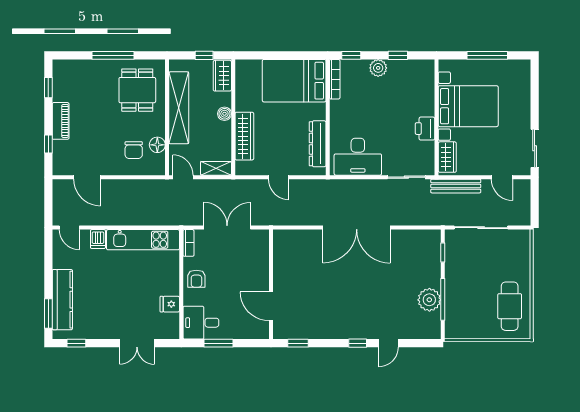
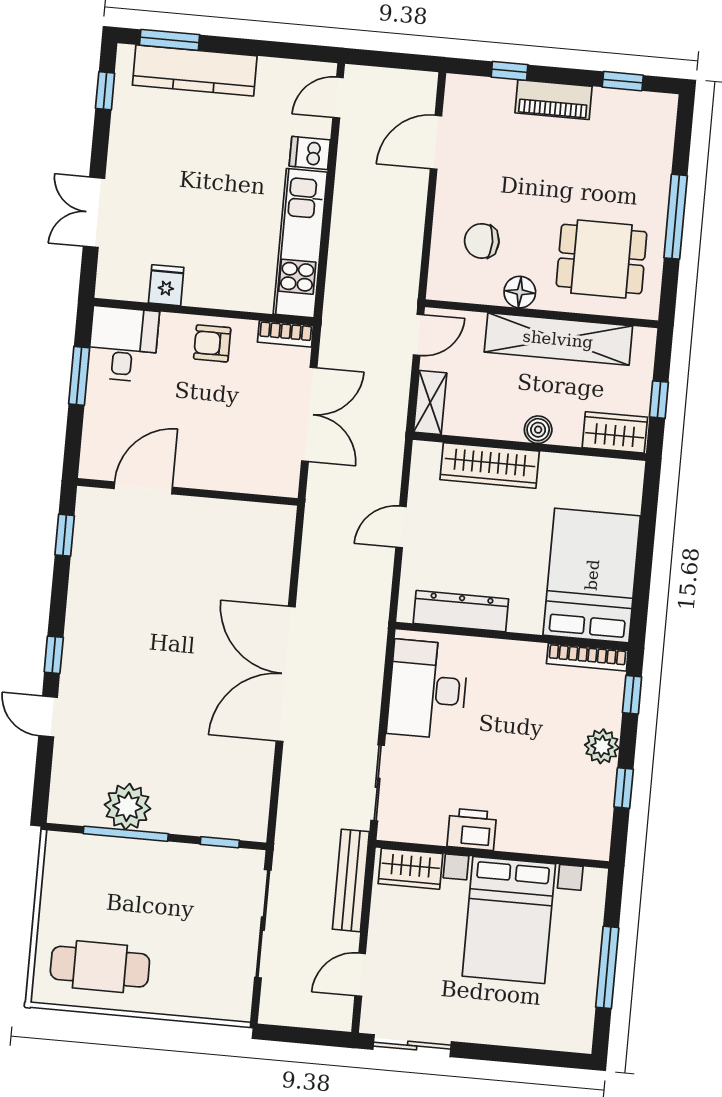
floor lamp: (157, 145) -> (520, 292), moved

